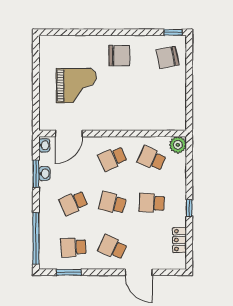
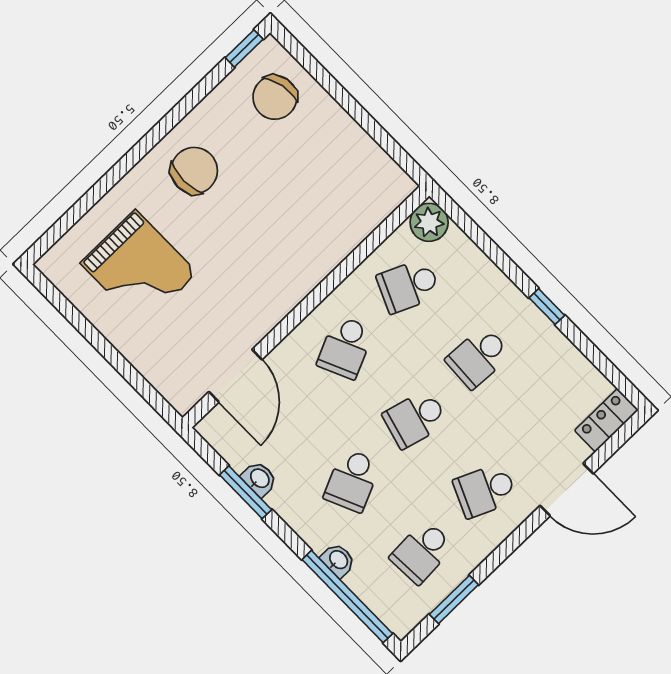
grand piano: (76, 86) -> (139, 268), moved, turned 90
washbasin: (44, 145) -> (338, 560), moved
locker: (179, 240) -> (607, 420), moved, turned 90

